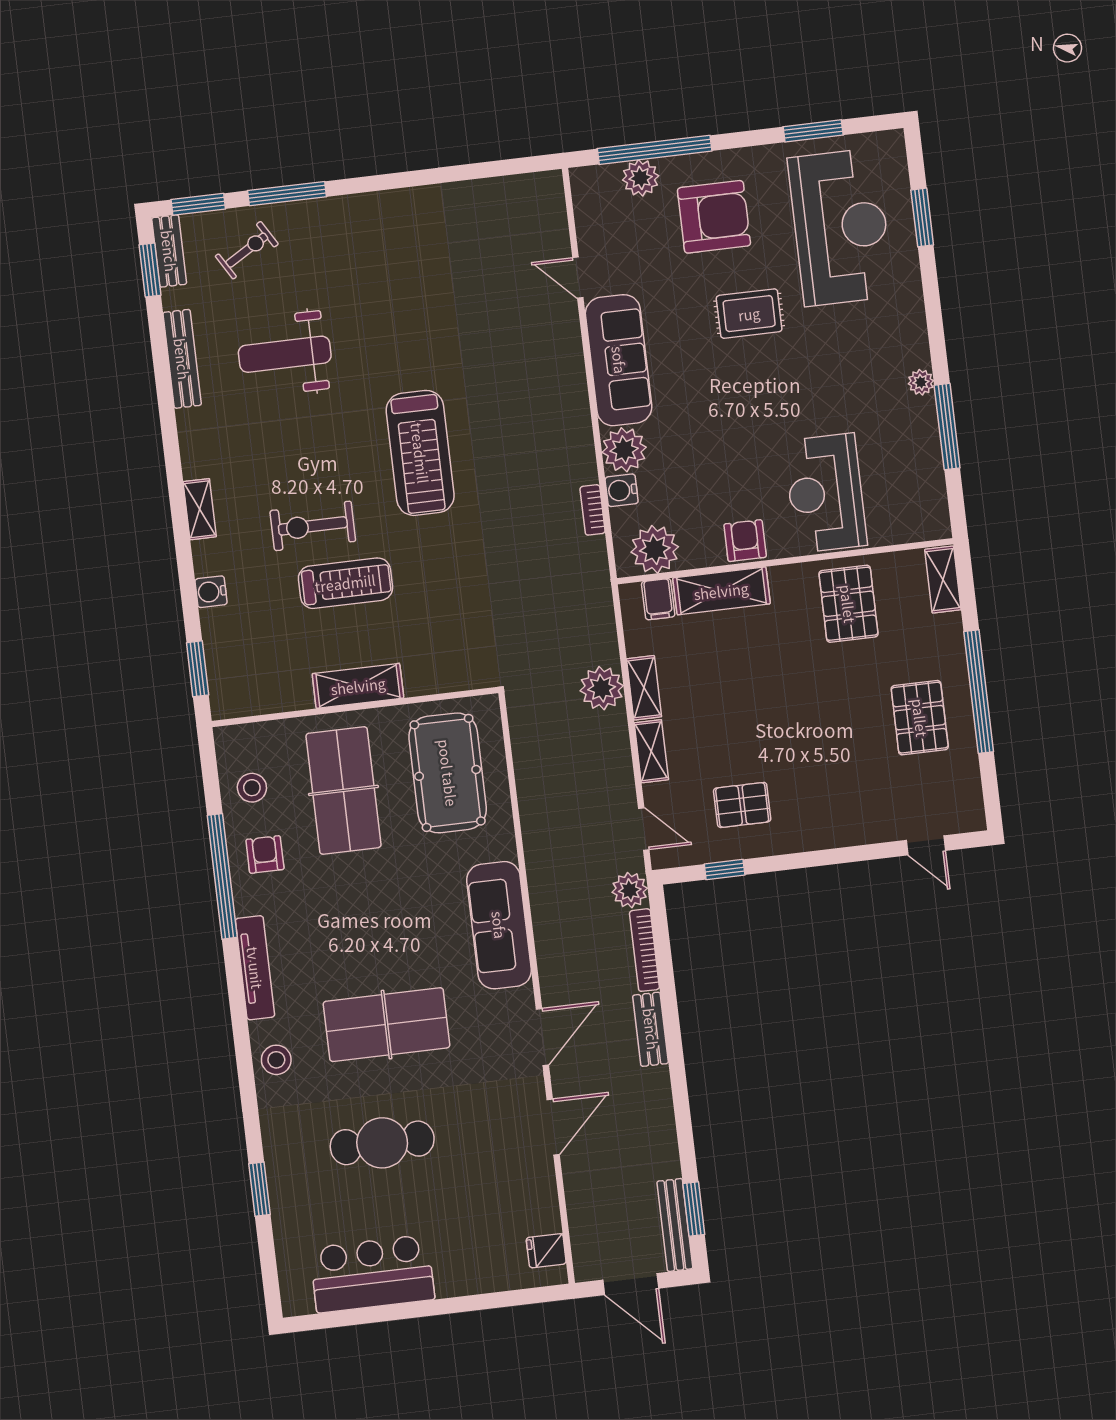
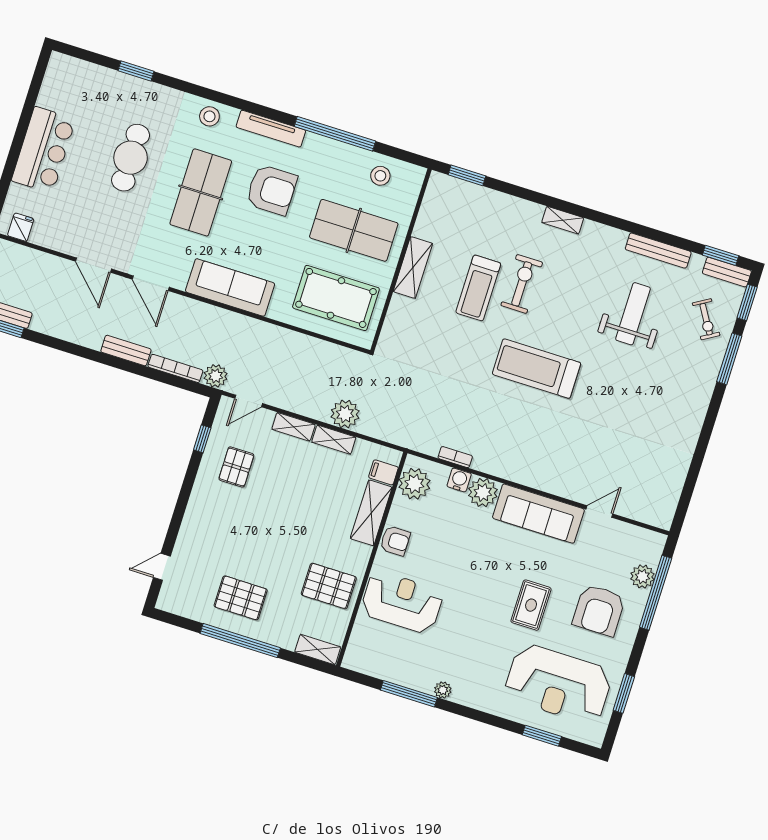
water cooler: (211, 592) -> (510, 205), removed
armchair: (265, 854) -> (271, 190), moved, width x1.88, depth x1.88
bar counter: (372, 1274) -> (44, 150), moved

